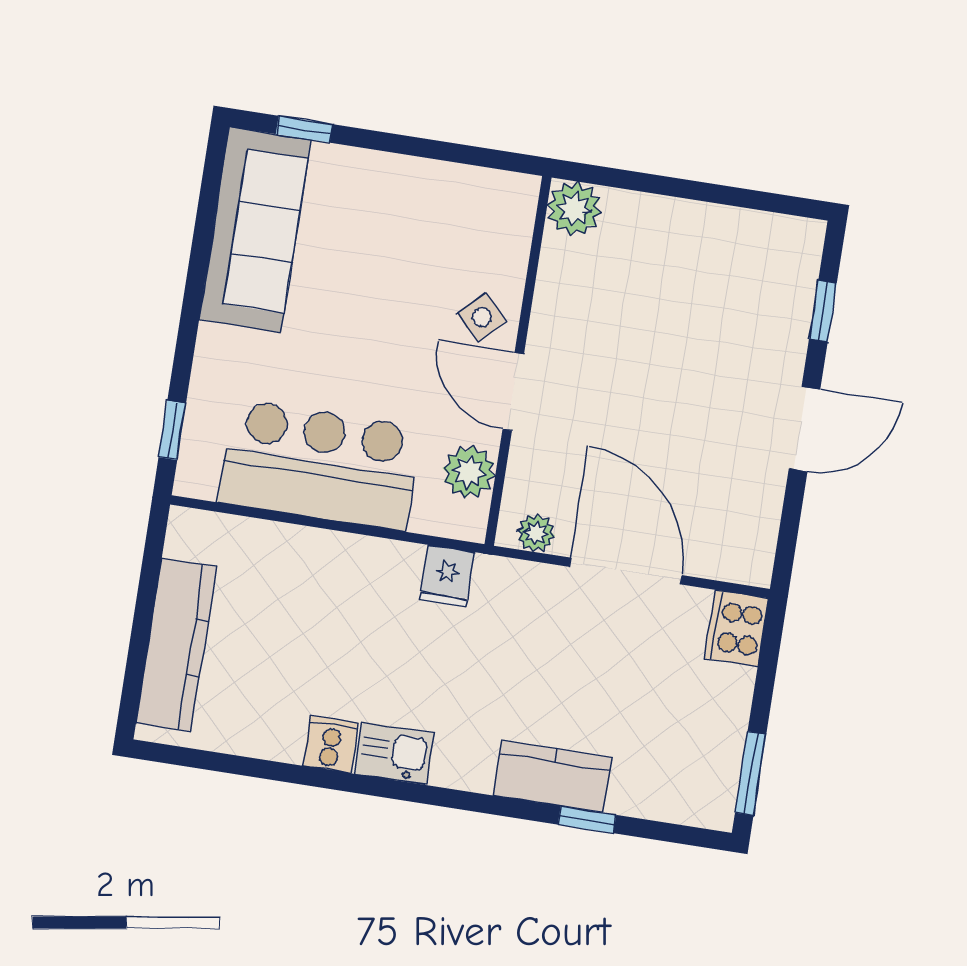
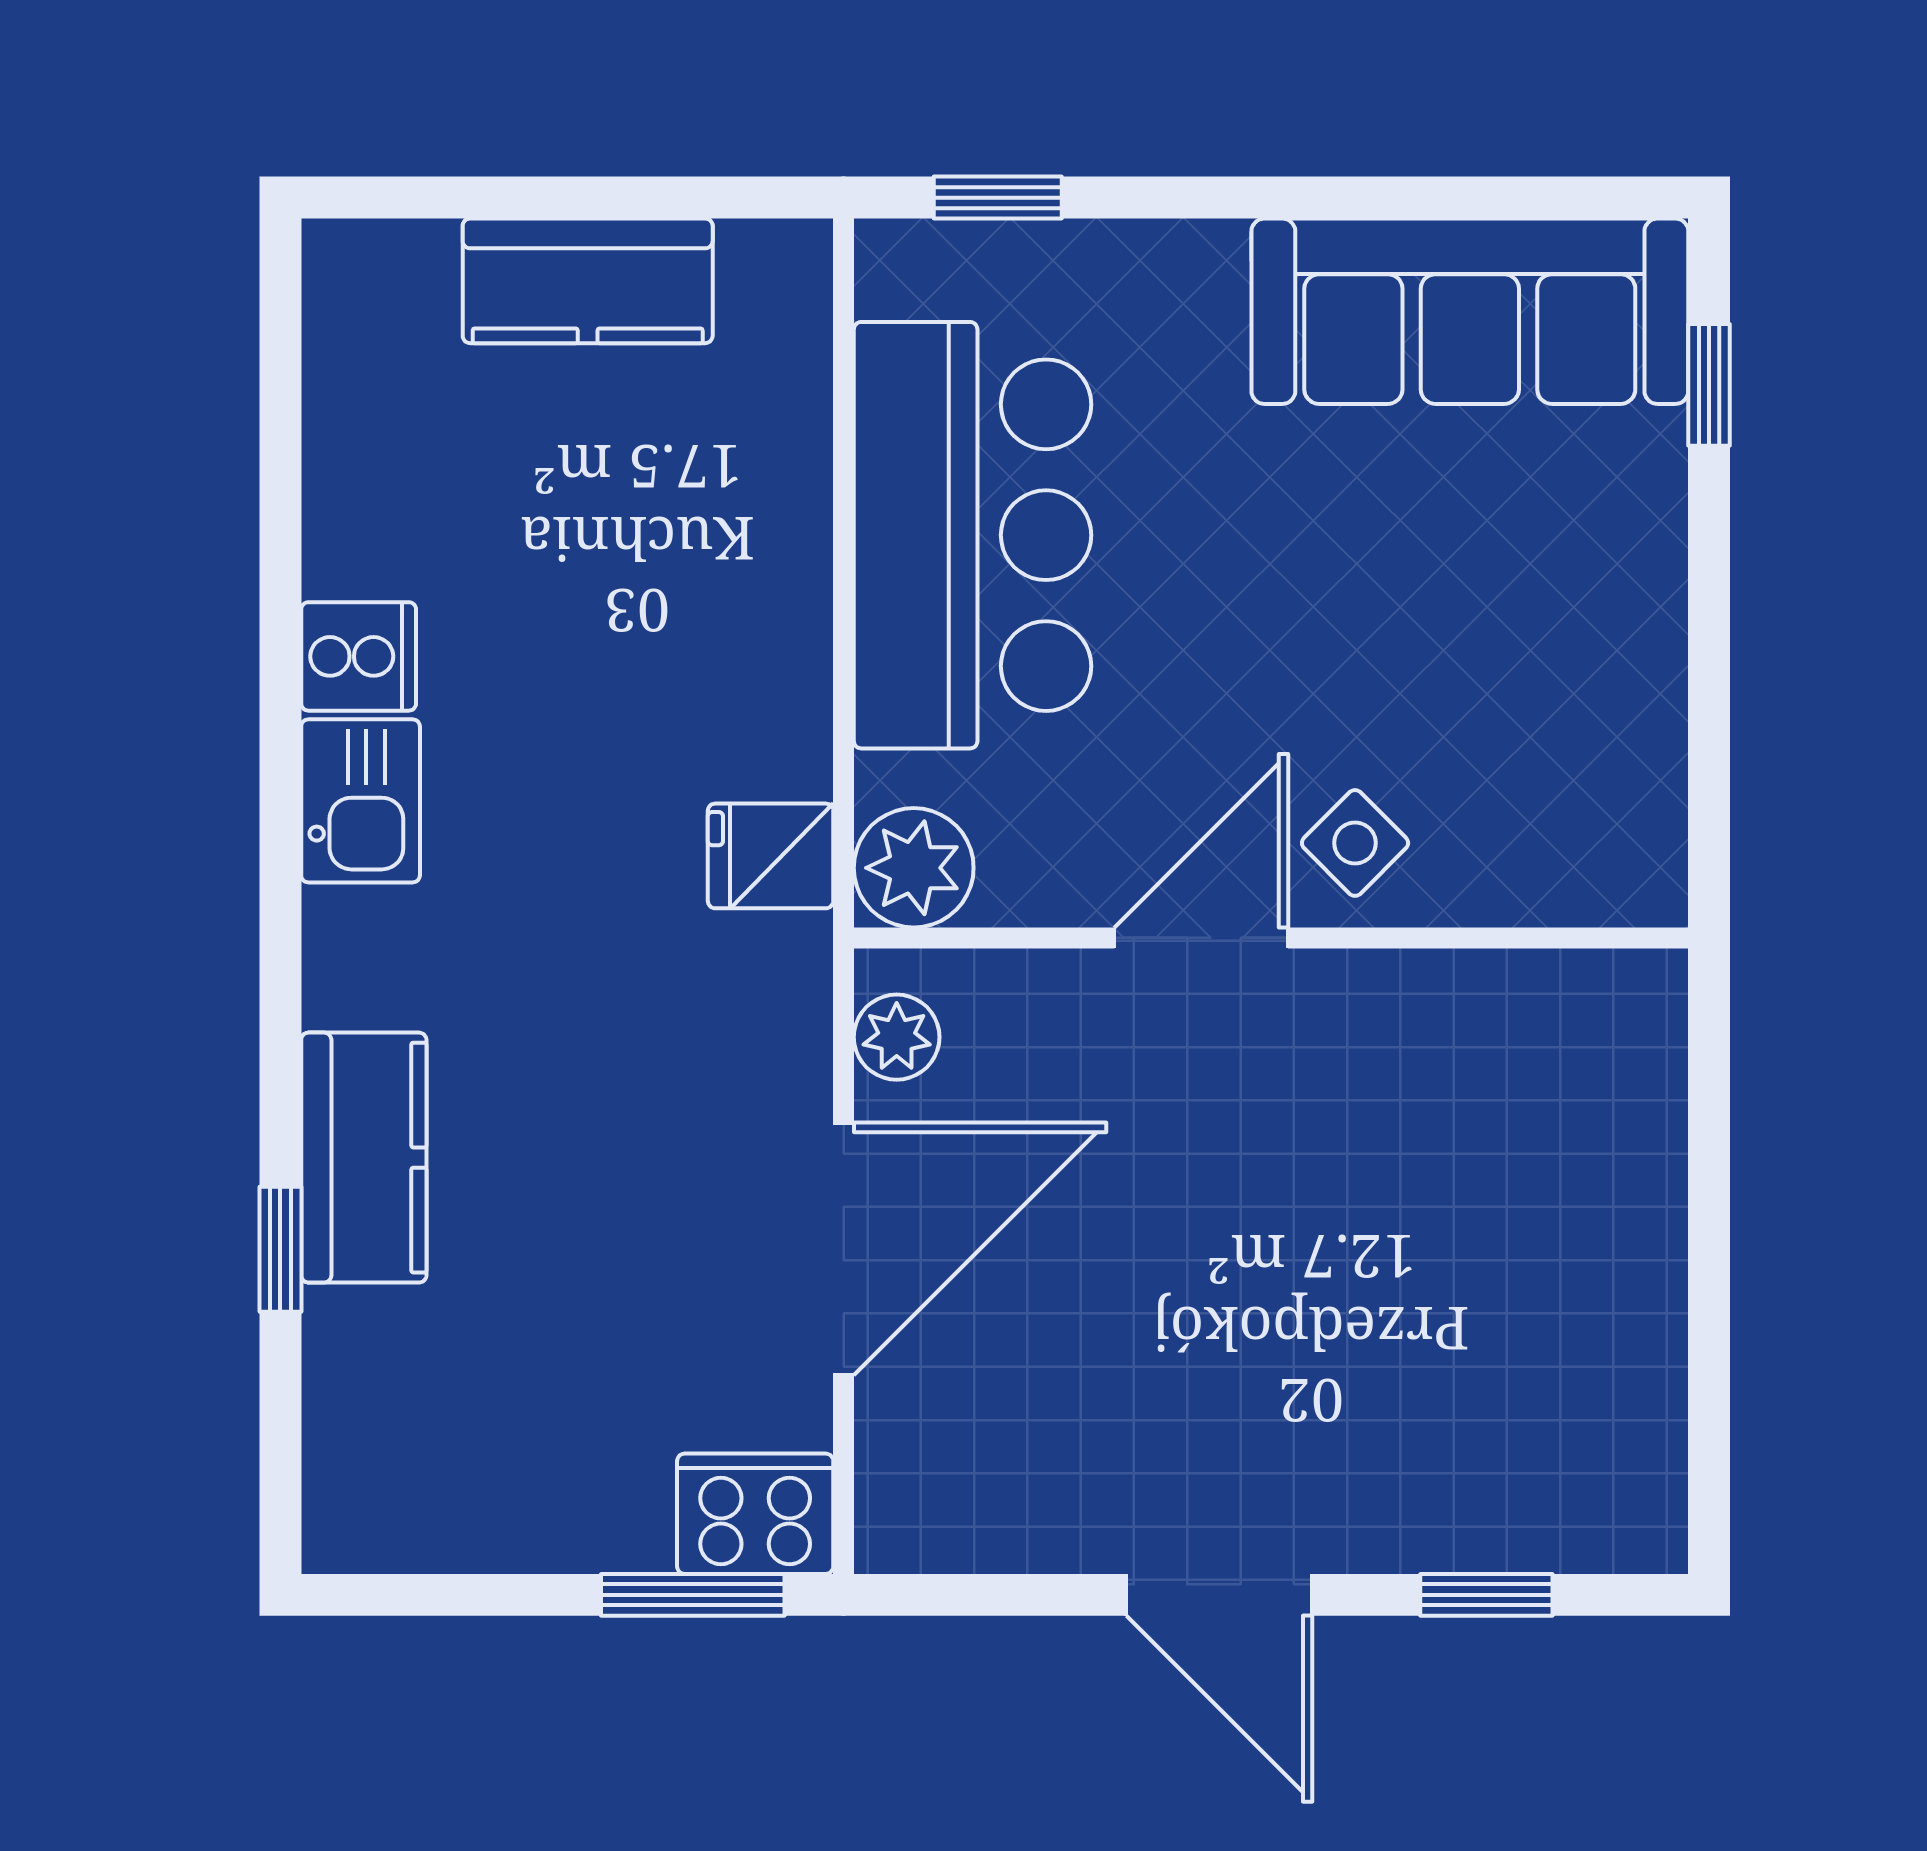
plant: (574, 209) -> (1627, 1010), removed
plant: (469, 472) -> (914, 868), moved
kitchen counter: (176, 645) -> (588, 281), width x0.67
window: (751, 773) -> (693, 1595), moved

